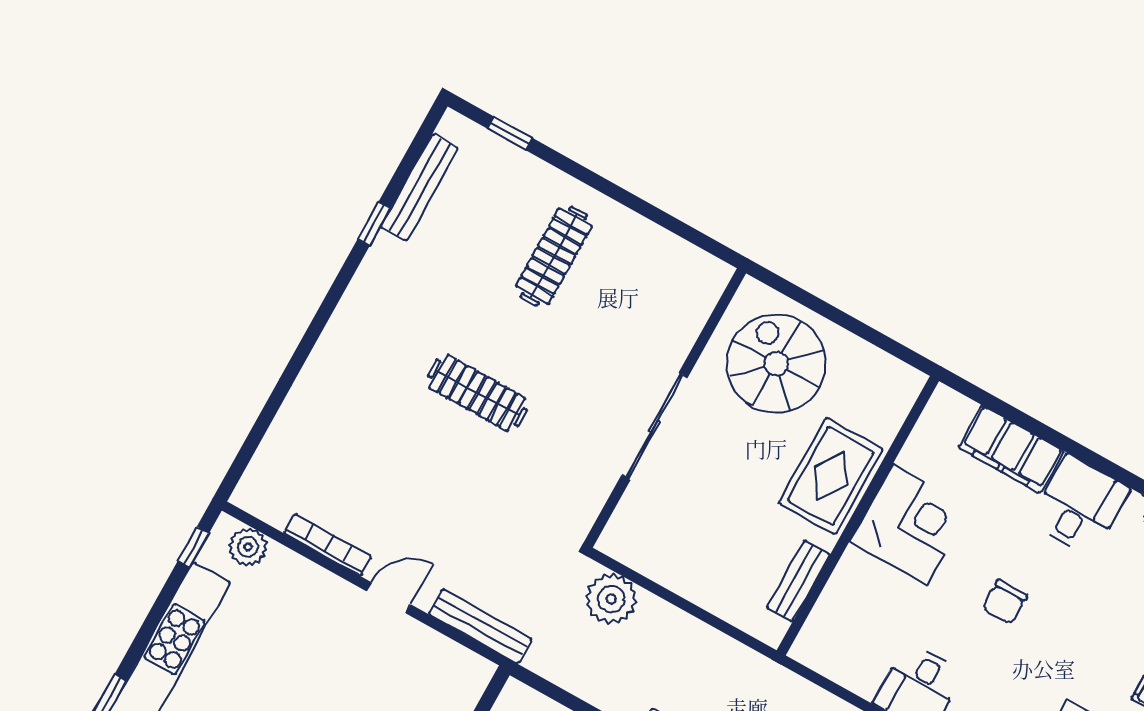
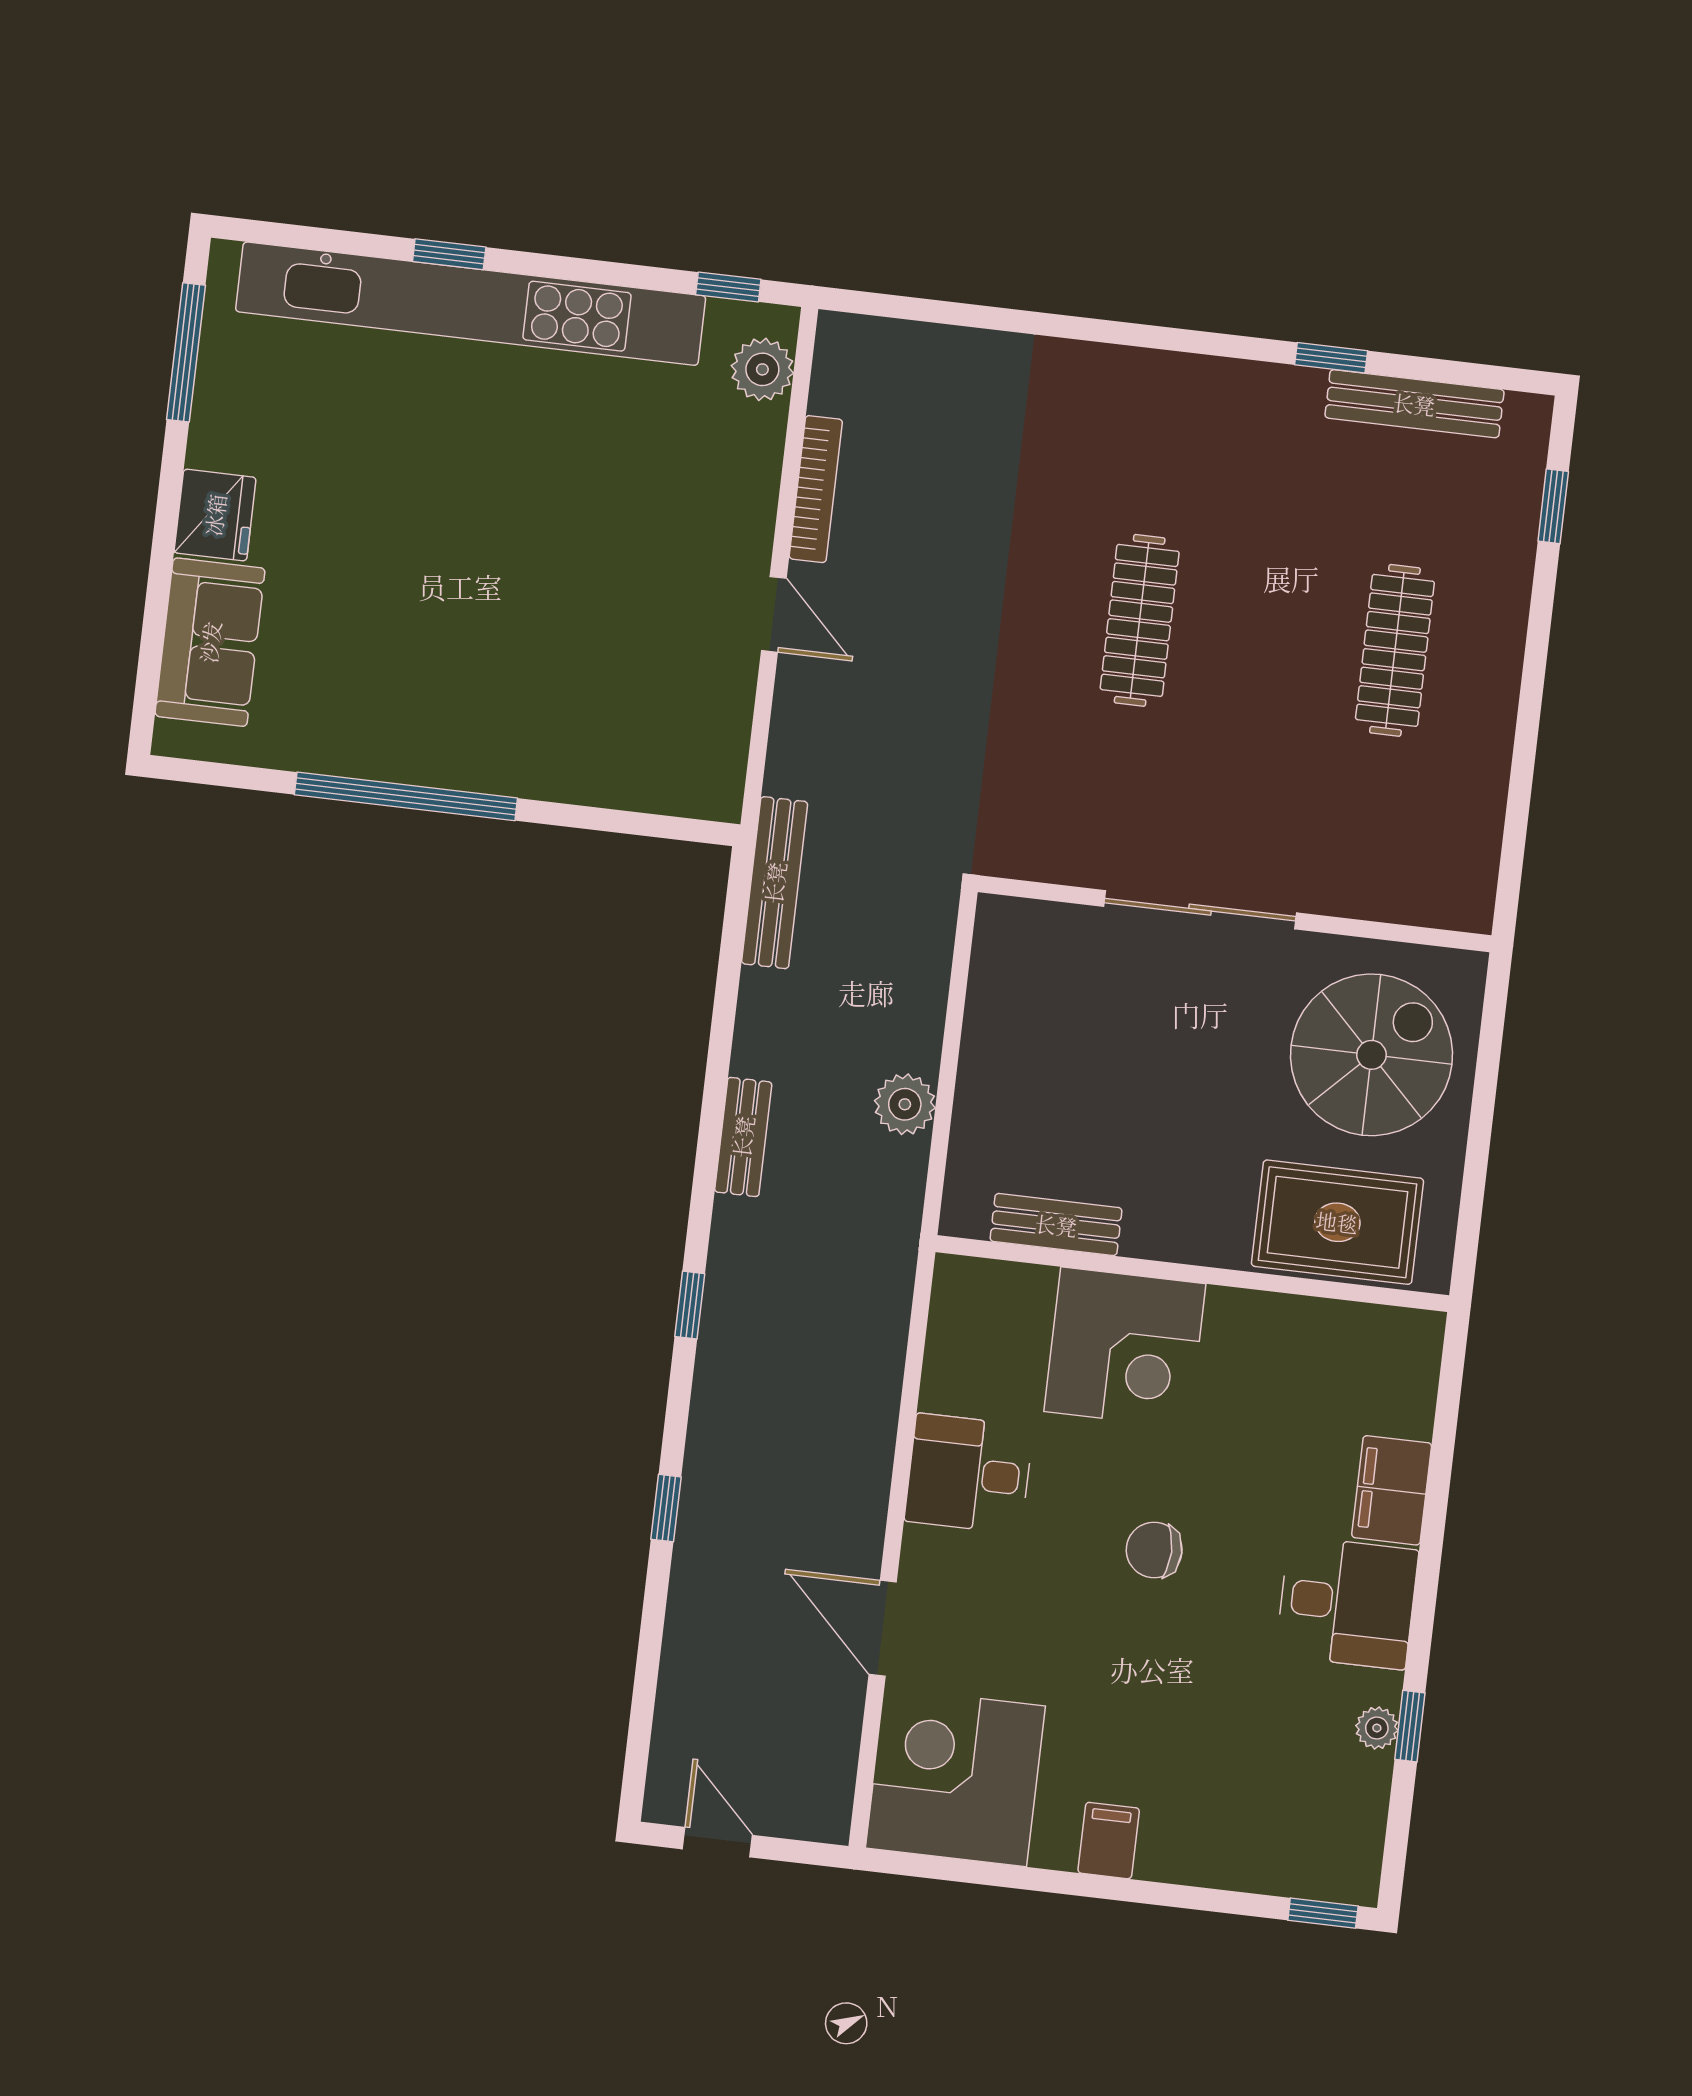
clothes rail: (554, 256) -> (1395, 650), turned 90
filing cabinet: (1011, 449) -> (1392, 1490), width x0.67, depth x0.86
rug: (831, 476) -> (1337, 1222), moved
corner desk: (910, 525) -> (1125, 1348), moved
plant: (611, 599) -> (905, 1104), moved, width x0.73, depth x0.73
bench: (480, 626) -> (775, 883), moved

